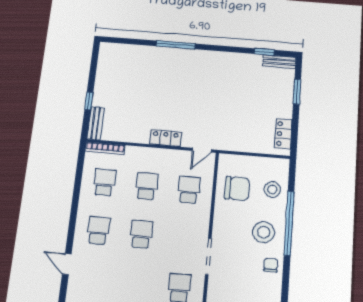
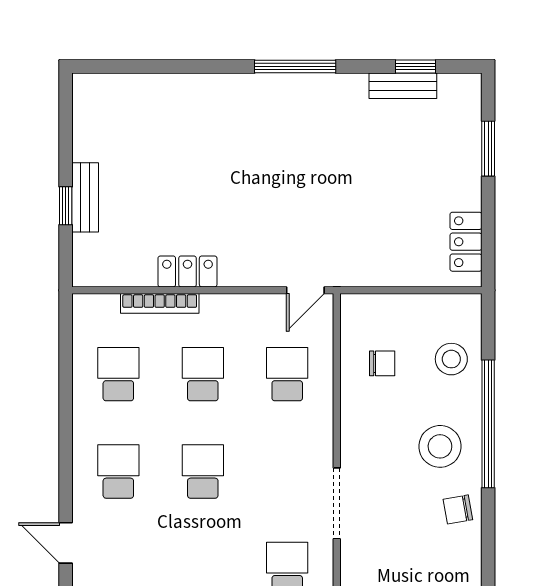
window: (176, 45) -> (295, 66), moved
bench: (279, 62) -> (403, 86), moved
bench: (95, 123) -> (85, 197), moved
locker: (165, 138) -> (187, 271), moved
bookcase: (105, 148) -> (160, 303), moved
chair: (237, 189) -> (382, 363), width x0.54, depth x0.54
chair: (271, 265) -> (458, 509), turned -100

